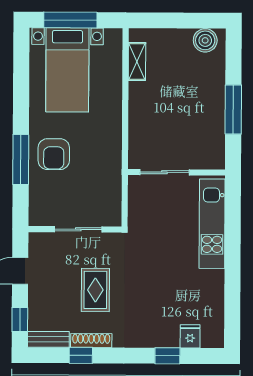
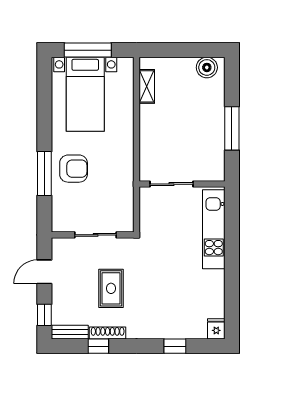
armchair: (54, 154) -> (74, 169), turned -90
fridge: (190, 336) -> (216, 329), moved

